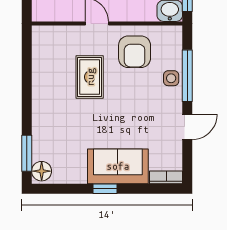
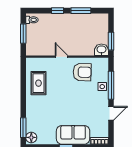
armchair: (135, 52) -> (82, 72), turned -88
rug: (90, 77) -> (38, 83), moved

